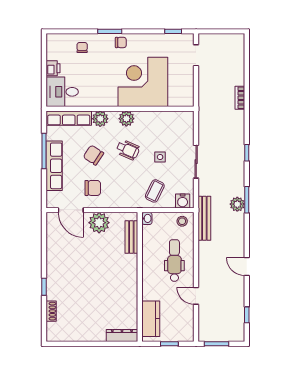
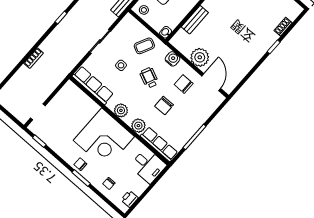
printer: (53, 68) -> (130, 199), moved
corner desk: (143, 82) -> (104, 138), moved
wheelchair: (128, 150) -> (149, 78), moved
chair: (93, 155) -> (164, 105), turned 56
row of seats: (54, 166) -> (93, 85), moved, turned 90
water cooler: (183, 201) -> (172, 59), moved
bench: (131, 237) -> (195, 20), moved

